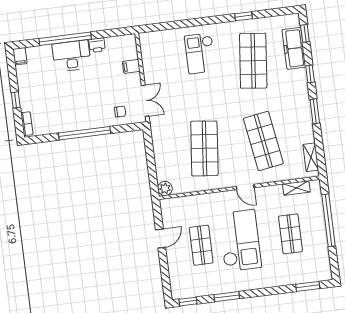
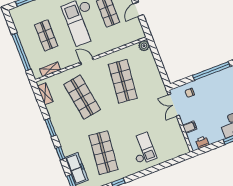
printer: (97, 45) -> (202, 142), moved

